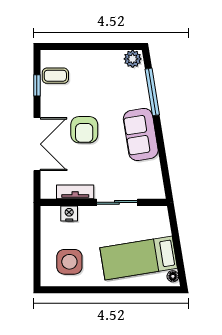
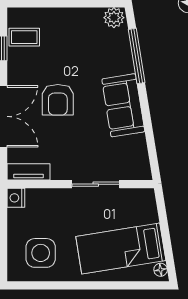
tv unit: (75, 192) -> (28, 172), moved
nightstand: (69, 213) -> (16, 198), moved, turned -90

